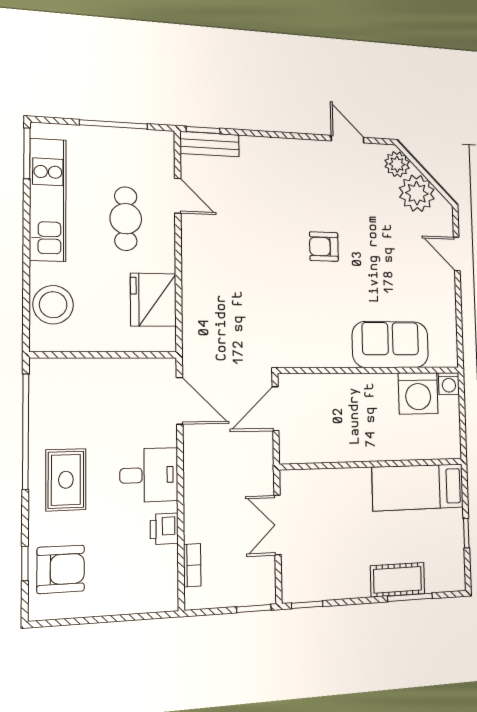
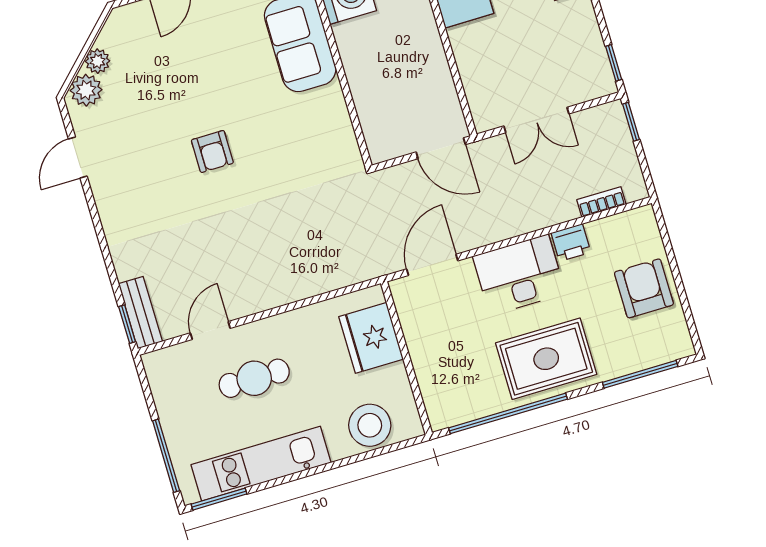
window: (114, 124) -> (166, 456), moved
plant: (417, 193) -> (98, 61), width x0.53, depth x0.53
fridge: (153, 300) -> (371, 338), moved, turned 90
door: (276, 409) -> (441, 148), moved
desk: (149, 475) -> (519, 275), width x1.37
rug: (66, 480) -> (546, 359), width x1.36, depth x1.43
window: (25, 564) -> (640, 374), width x2.17
armchair: (61, 569) -> (644, 288), moved

